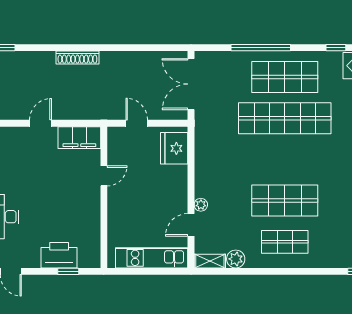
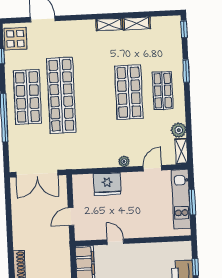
fridge: (174, 148) -> (107, 184), moved
plant: (201, 205) -> (124, 161), moved
door: (191, 225) -> (152, 168), swing flipped
window: (147, 271) -> (192, 202), added
window: (307, 271) -> (186, 71), added

